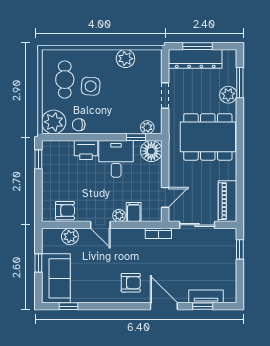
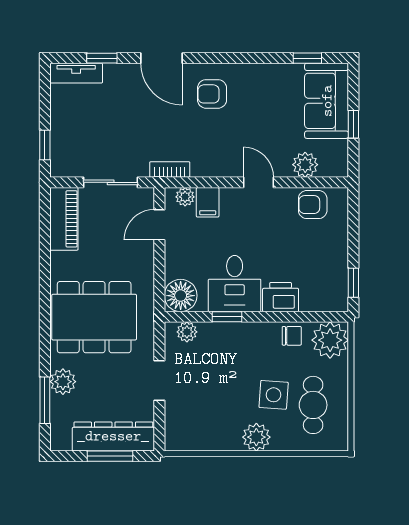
plant: (125, 59) -> (256, 437), moved
window: (136, 137) -> (227, 317), moved
plant: (119, 216) -> (185, 197), moved
tv unit: (206, 296) -> (76, 73), moved

